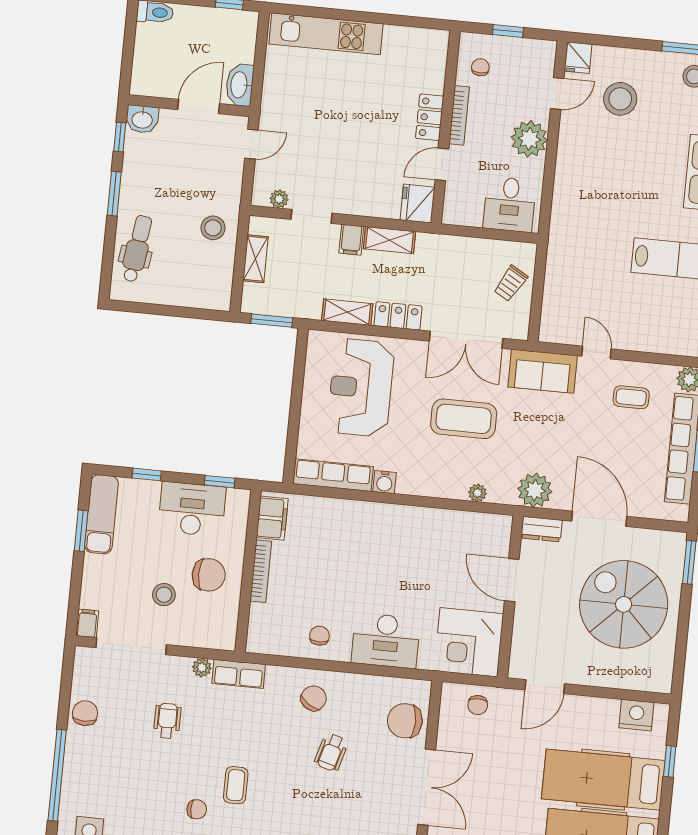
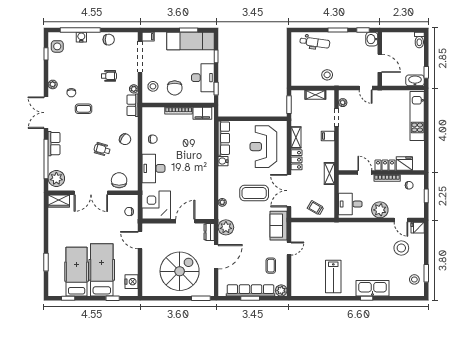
washbasin: (240, 85) -> (415, 80), moved
fridge: (418, 204) -> (404, 164), moved
shelving: (389, 240) -> (329, 173), moved
reception desk: (361, 388) -> (263, 147), turned -90
coffee table: (464, 419) -> (254, 193), turned 90
exam couch: (101, 514) -> (190, 41), width x1.36, depth x1.45
stool: (164, 595) -> (153, 86), moved
water cooler: (73, 774) -> (81, 37), added

